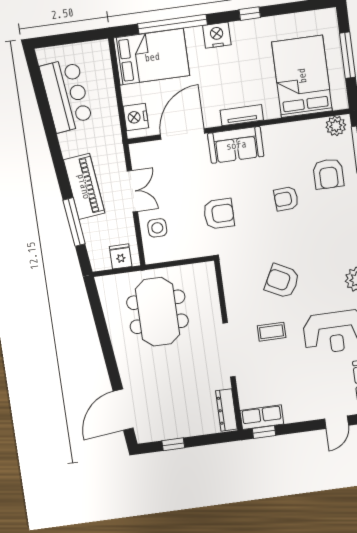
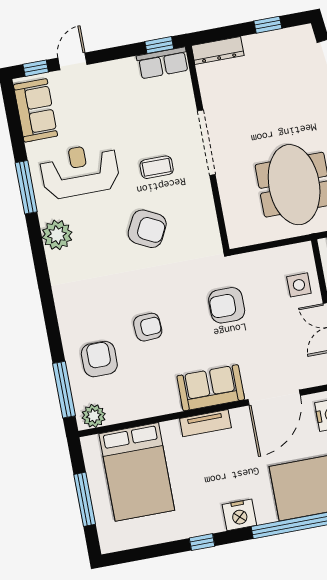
dresser: (226, 410) -> (218, 50), moved, turned 90

